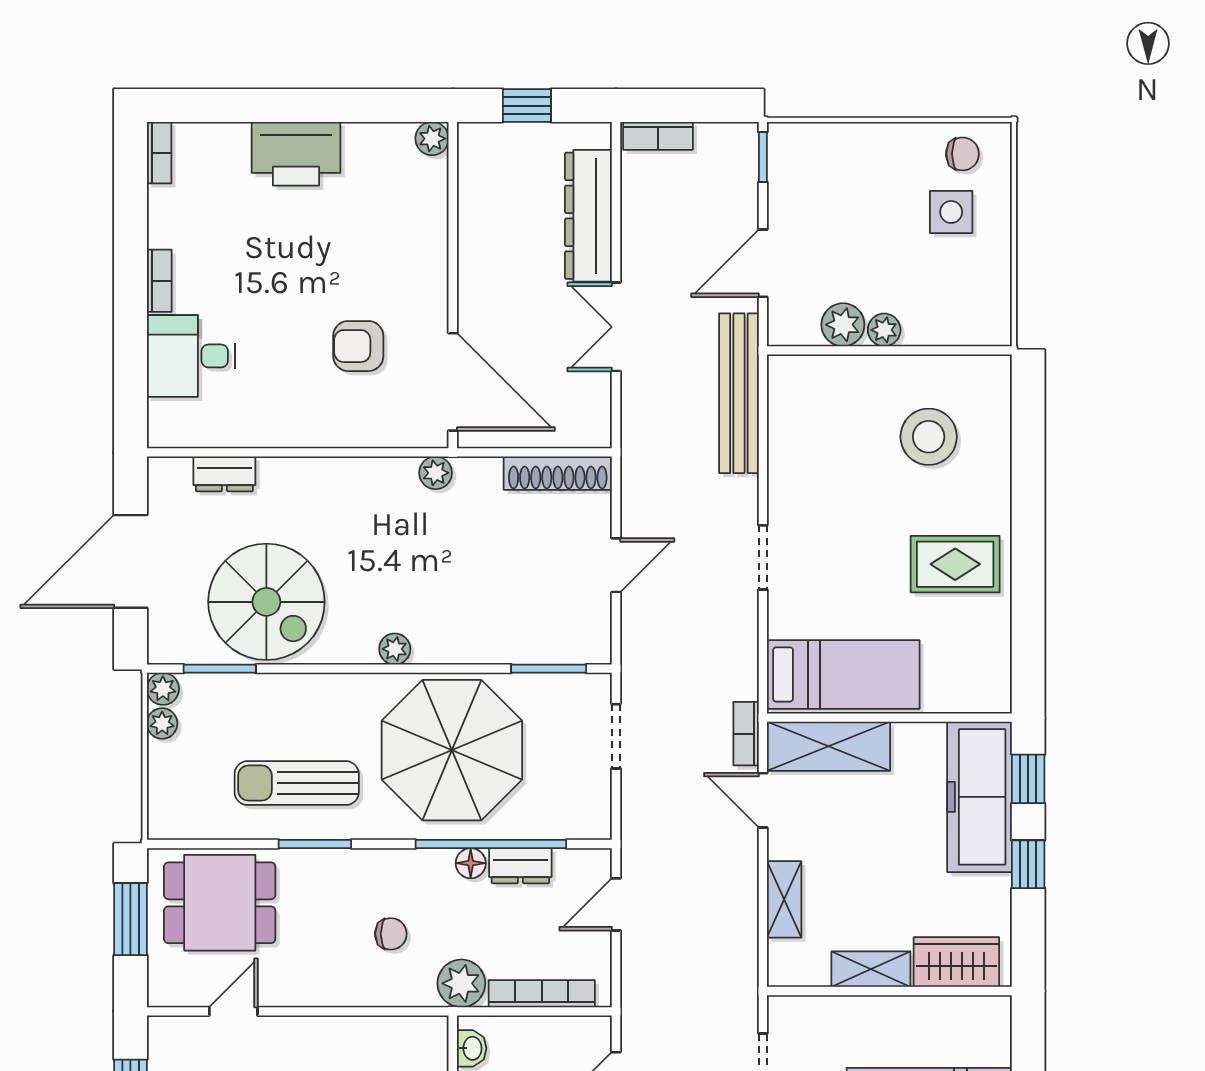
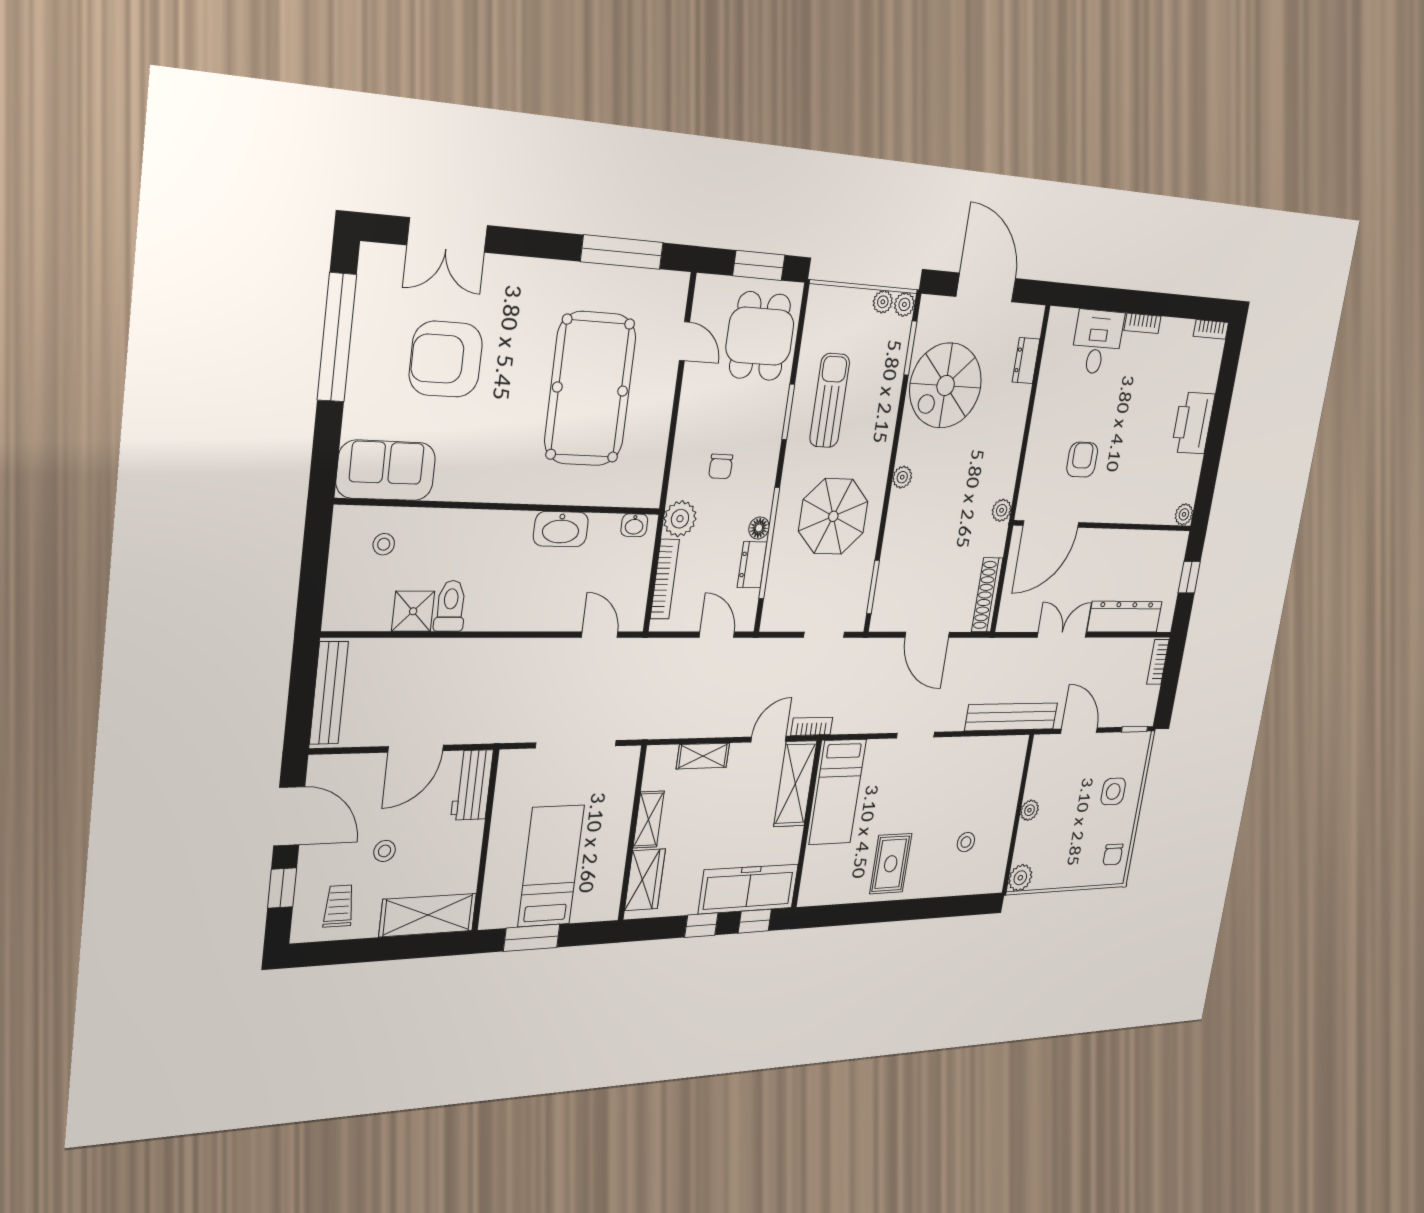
side table: (951, 212) -> (1113, 791), moved
plant: (843, 325) -> (1020, 878), moved
stool: (929, 437) -> (966, 842), width x0.53, depth x0.53
door: (616, 565) -> (927, 635), width x1.38
parasol: (452, 750) -> (833, 516), width x0.73, depth x0.73

